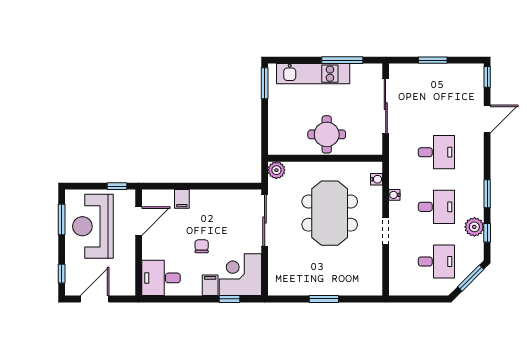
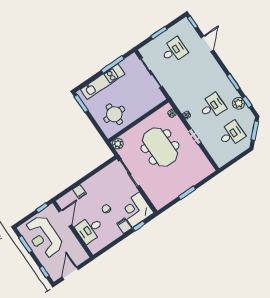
round table: (327, 134) -> (114, 114), moved
desk: (436, 152) -> (174, 51), moved
desk: (161, 278) -> (90, 229), moved

